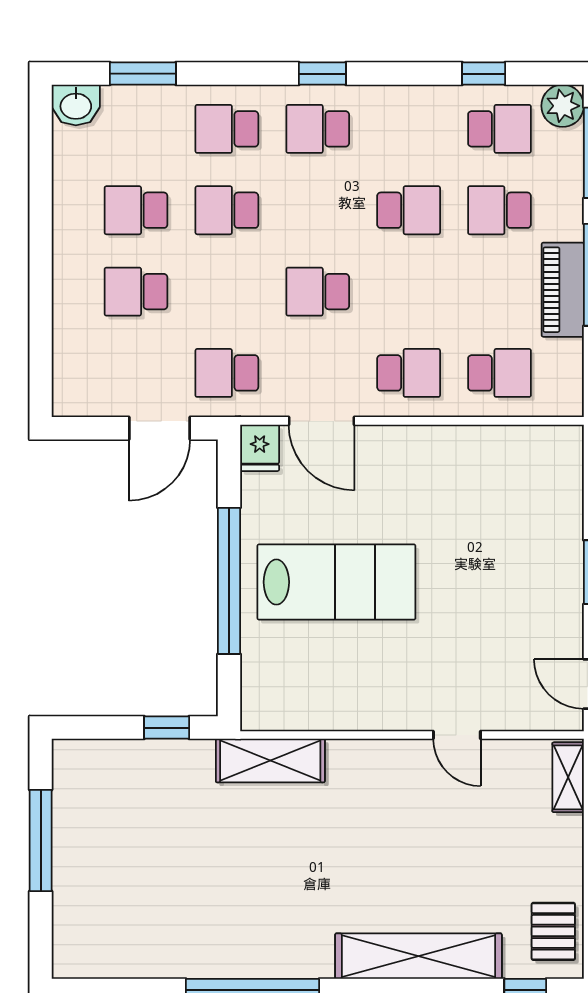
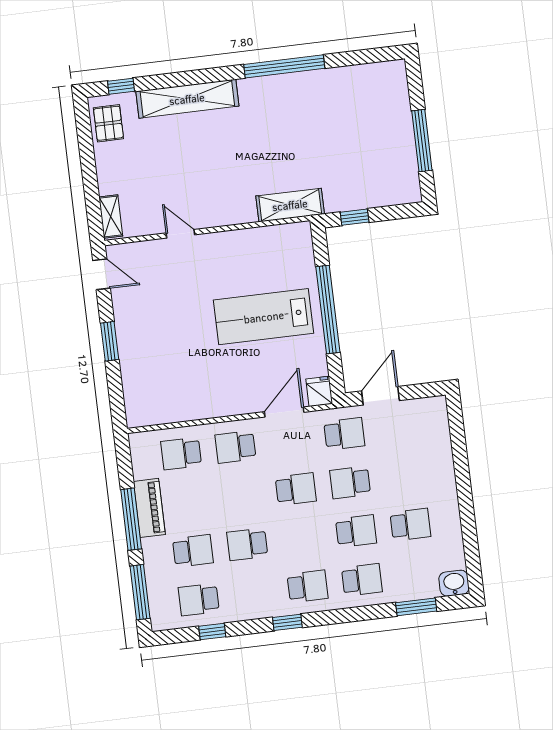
window: (322, 74) -> (287, 622), moved
plant: (563, 106) -> (163, 618), removed
school desk: (136, 292) -> (350, 482), moved, turned 180
door: (322, 421) -> (284, 412), hinge flipped

